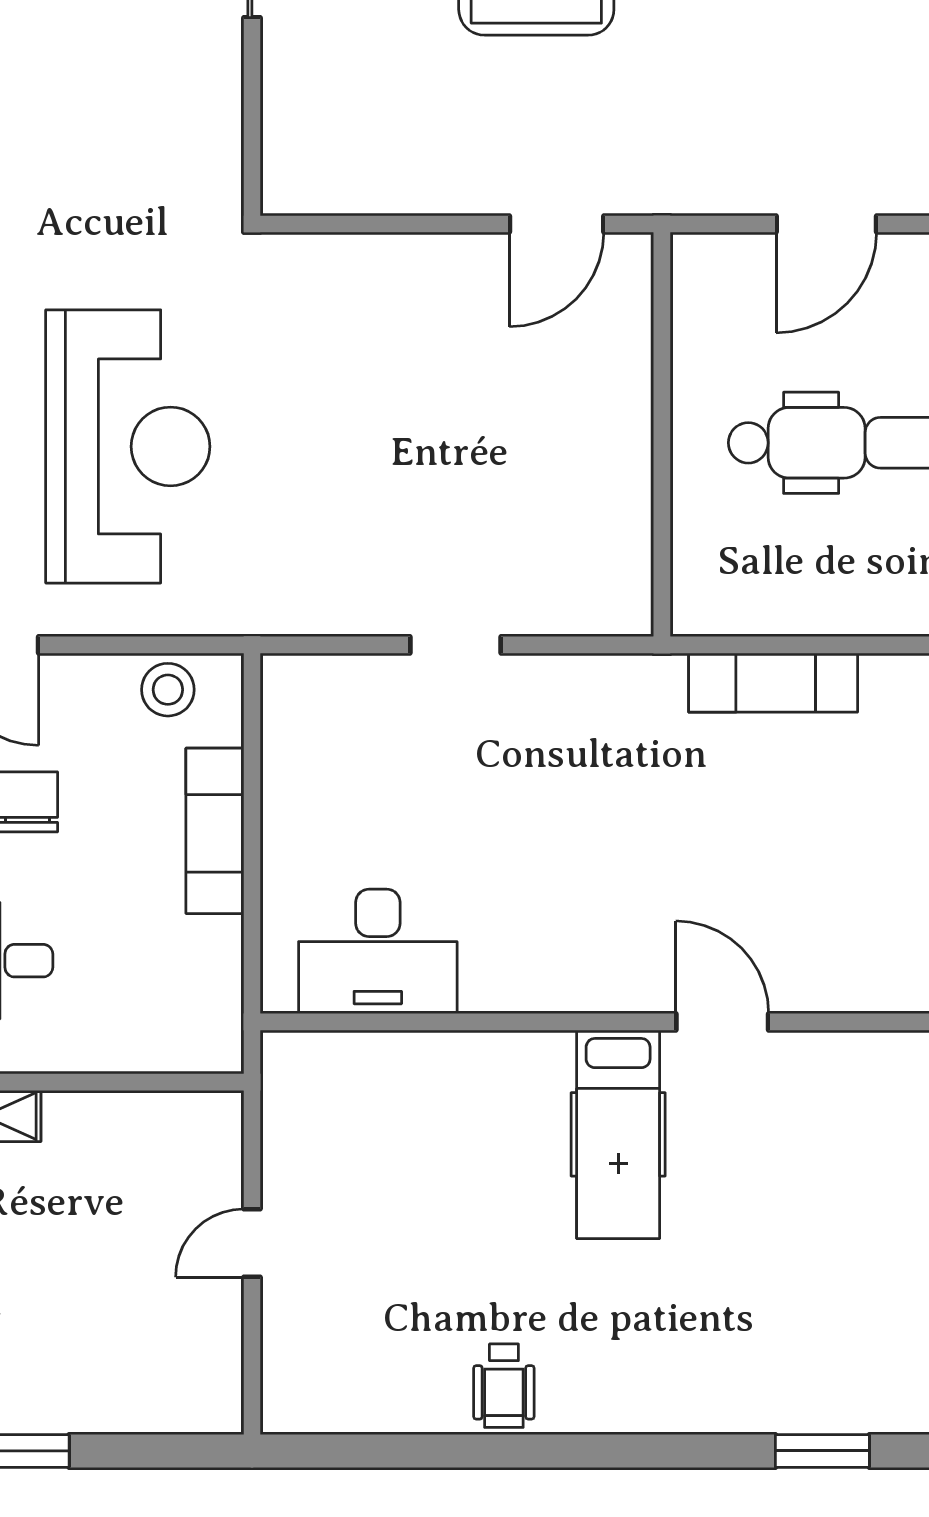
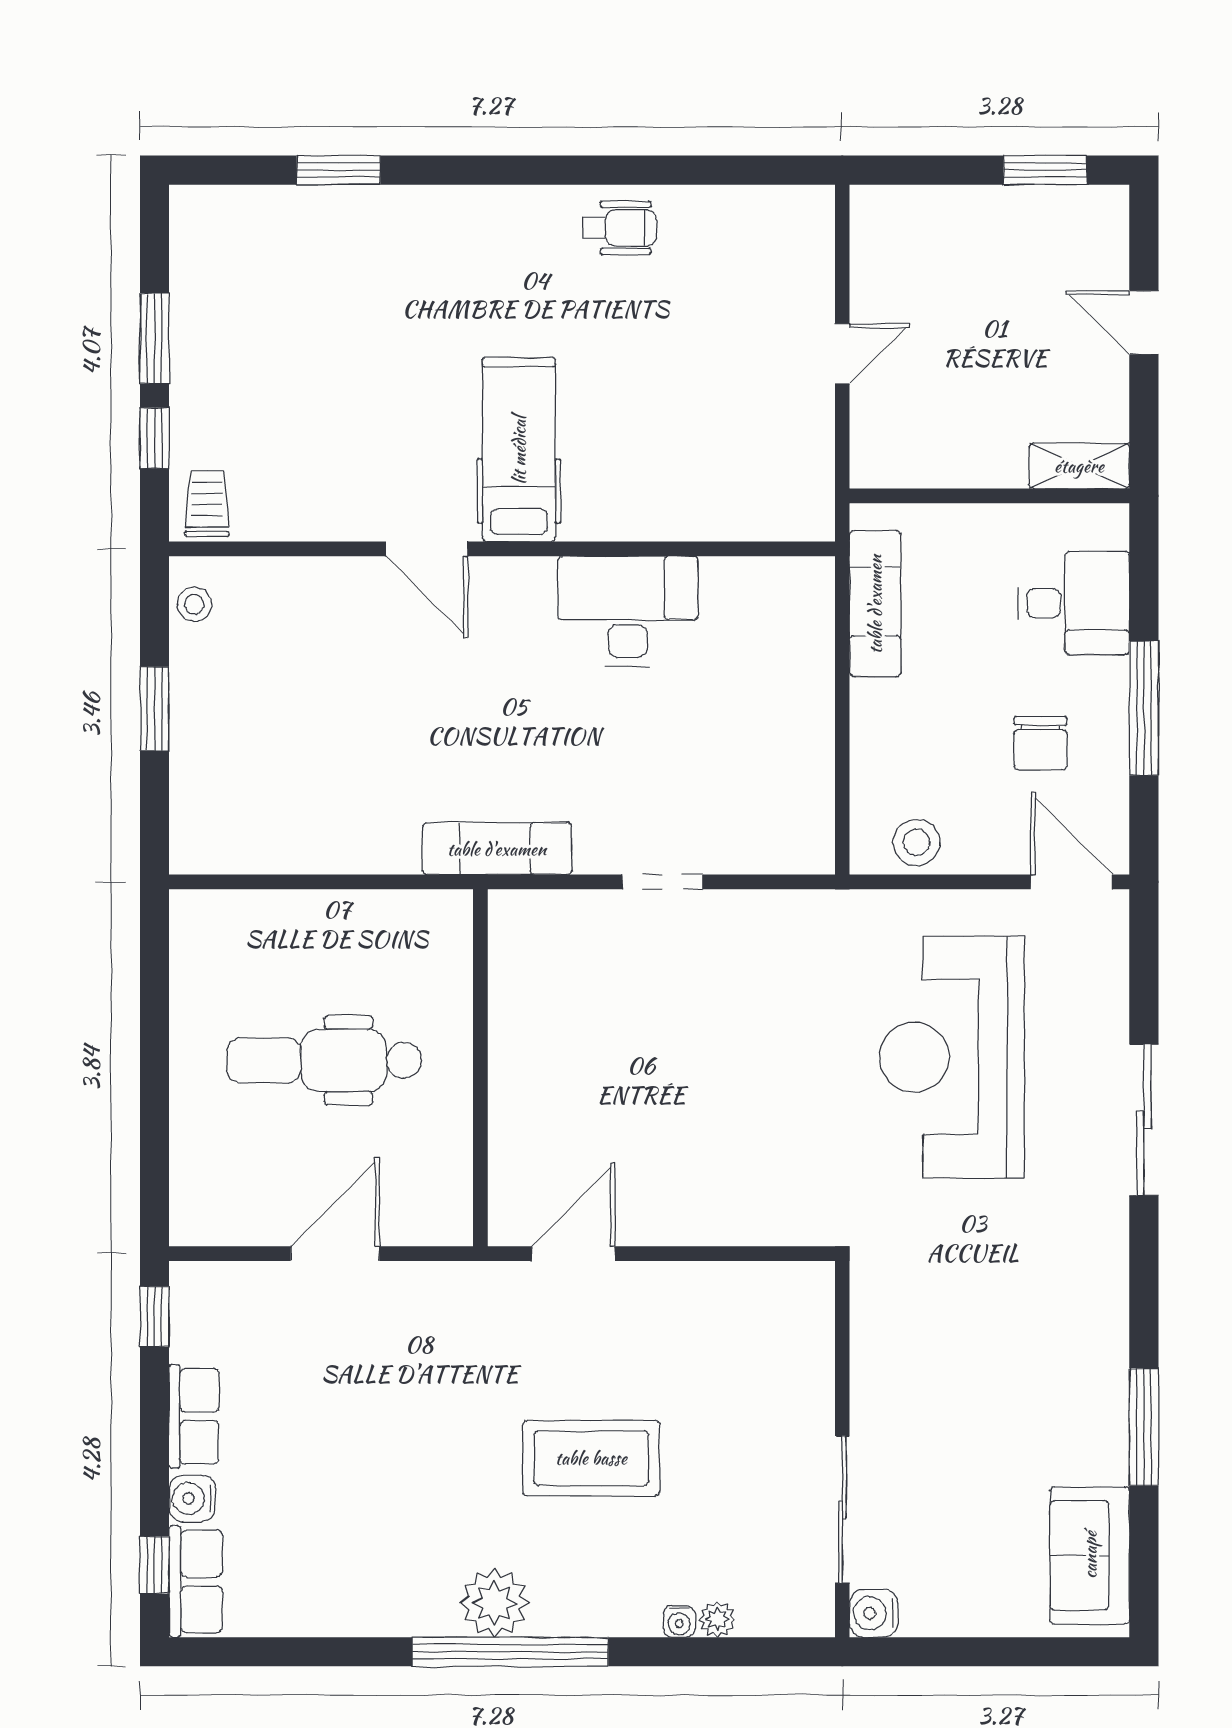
exam couch: (773, 683) -> (497, 849), moved
exam couch: (215, 831) -> (875, 604), moved
desk: (378, 951) -> (628, 611), moved
wheelchair: (504, 1386) -> (620, 228), turned 90

